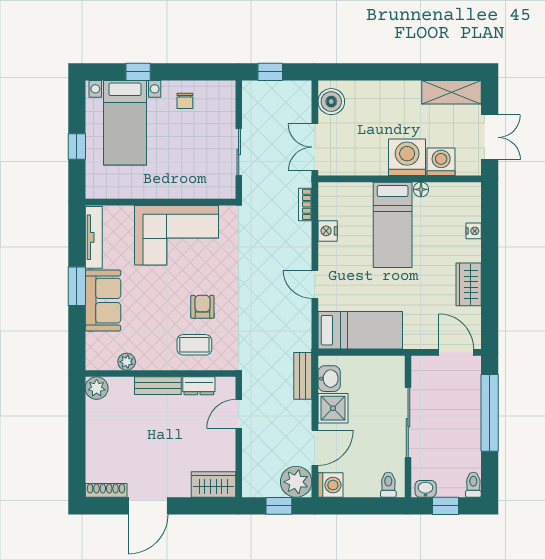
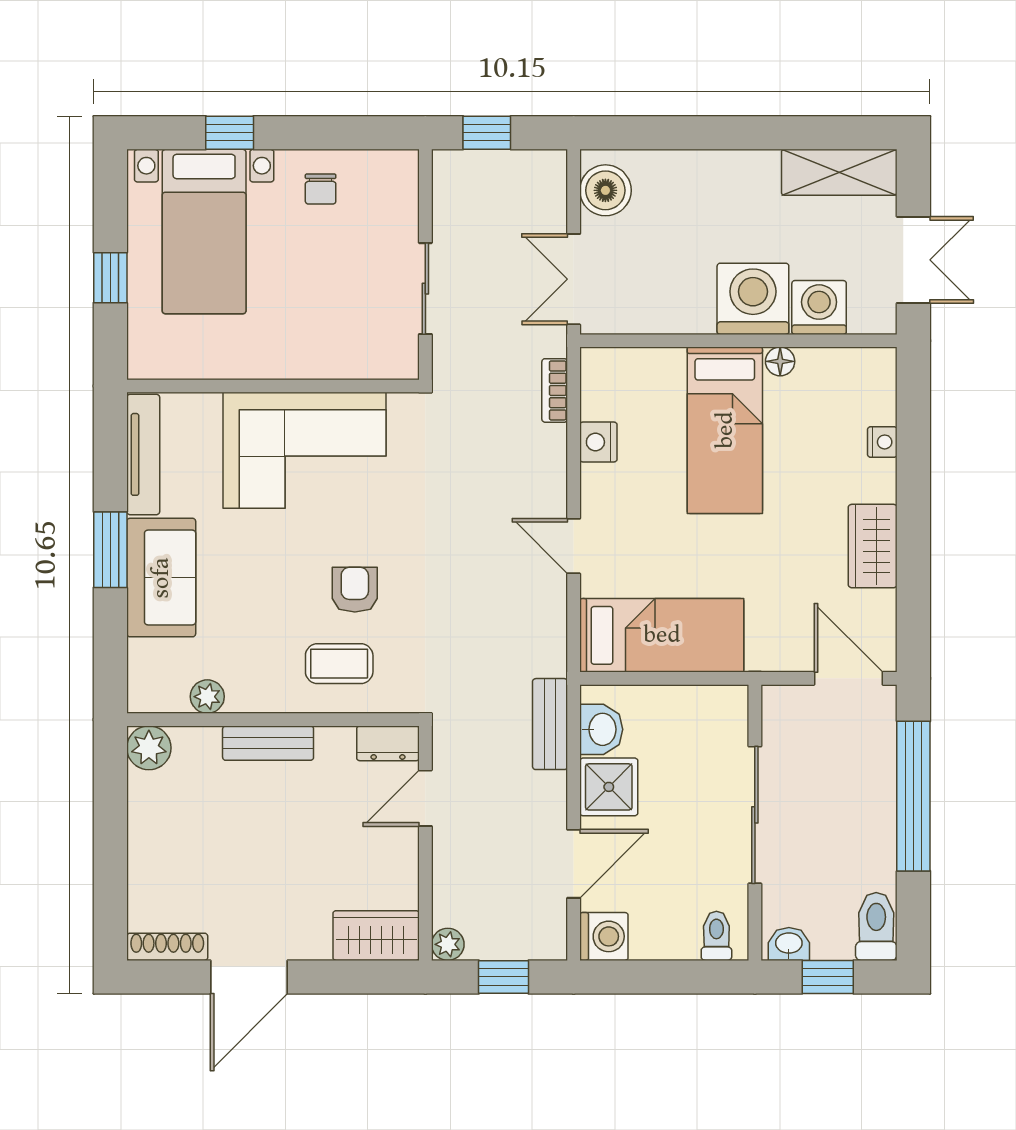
dresser: (199, 386) -> (388, 743), moved
plant: (296, 482) -> (448, 944), moved, width x0.53, depth x0.53
toilet: (473, 485) -> (876, 926), width x1.37, depth x1.39

